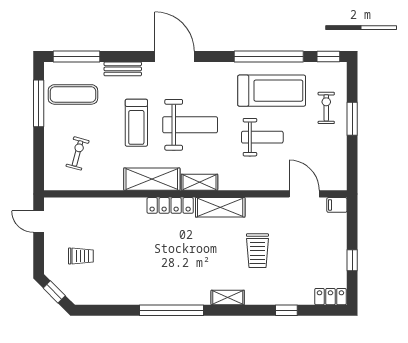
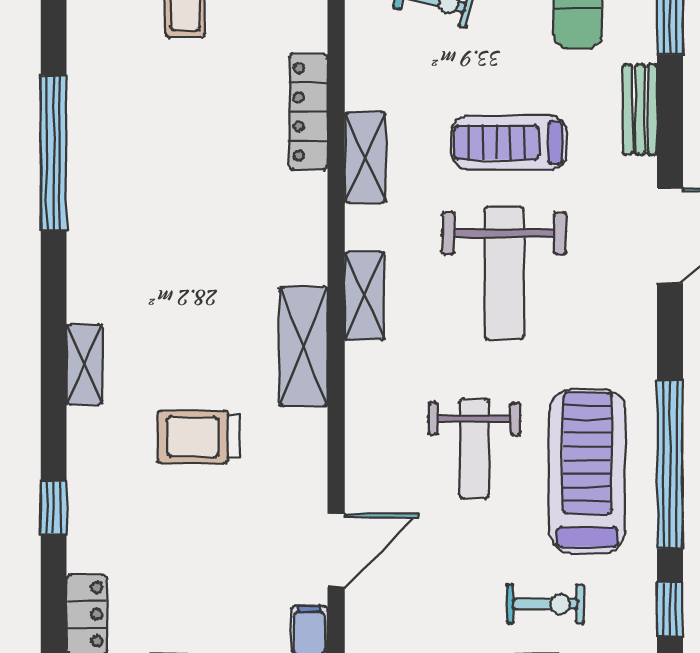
treadmill: (272, 91) -> (587, 471), turned 180
shelving: (152, 179) -> (365, 157), width x0.67, depth x0.75
locker: (170, 205) -> (308, 112), moved
window: (171, 310) -> (54, 153), moved

